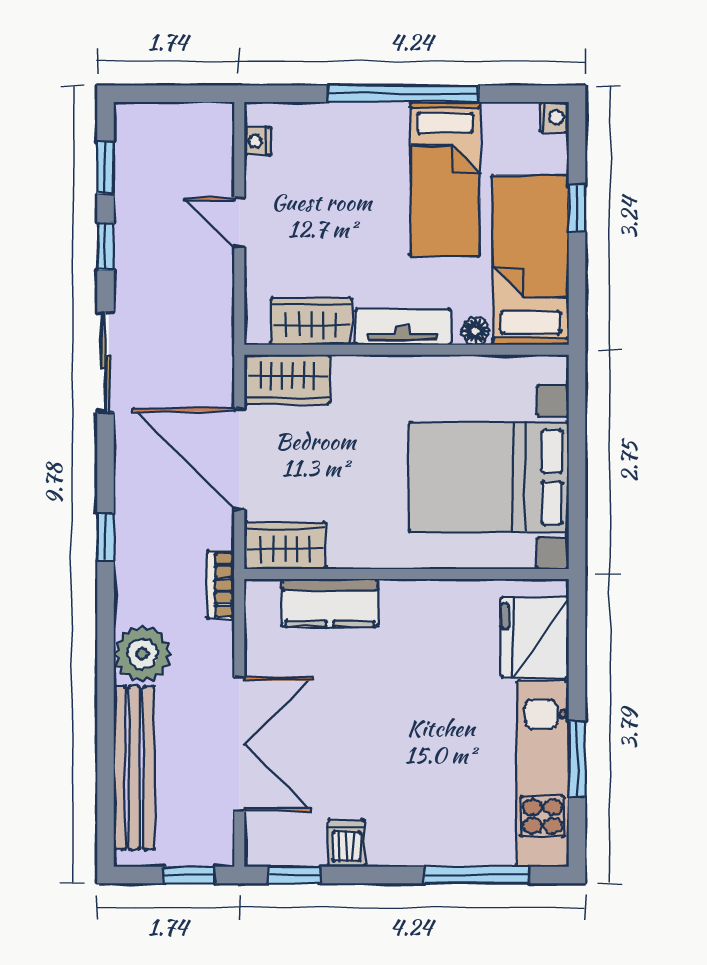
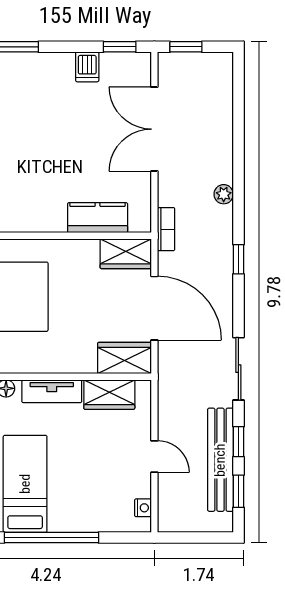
plant: (142, 654) -> (224, 194), width x0.53, depth x0.53
bench: (134, 768) -> (220, 460), moved

